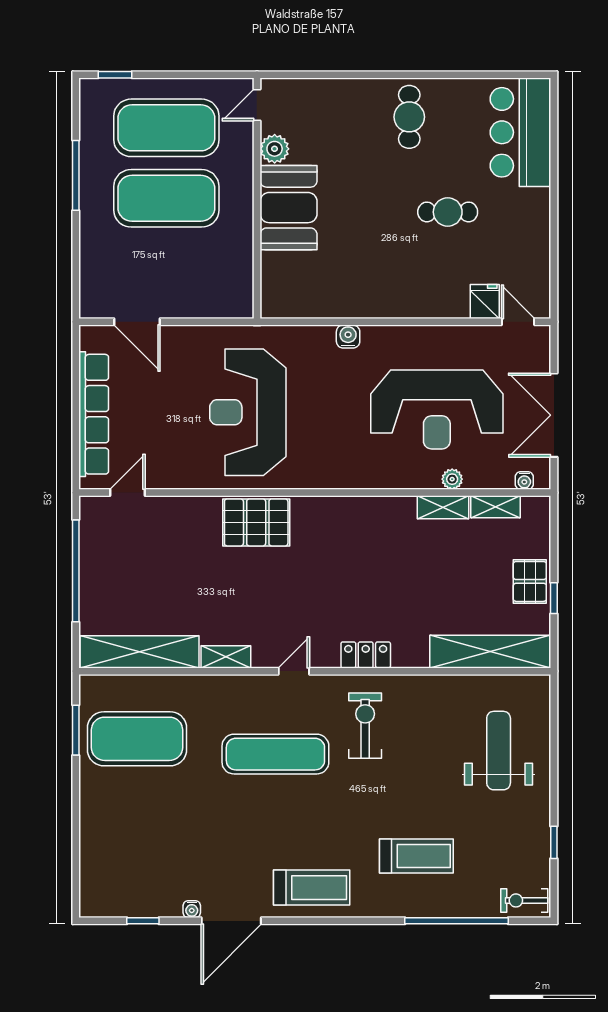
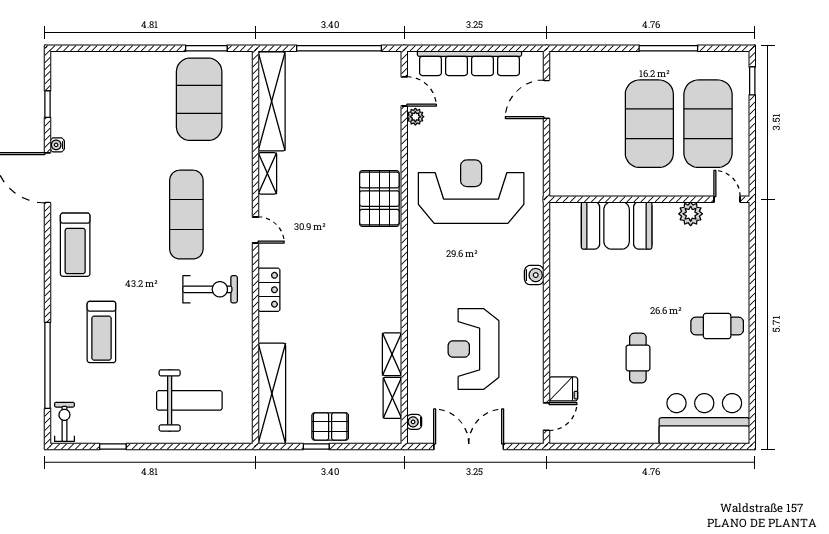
booth: (289, 208) -> (617, 225), moved
reception desk: (437, 409) -> (473, 349), width x0.74, depth x0.77
plant: (452, 479) -> (415, 117), moved

